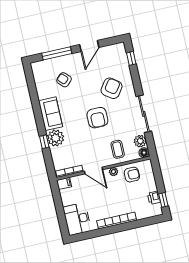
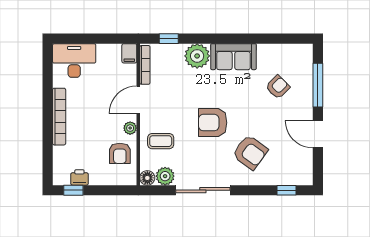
window: (44, 142) -> (169, 39), moved

